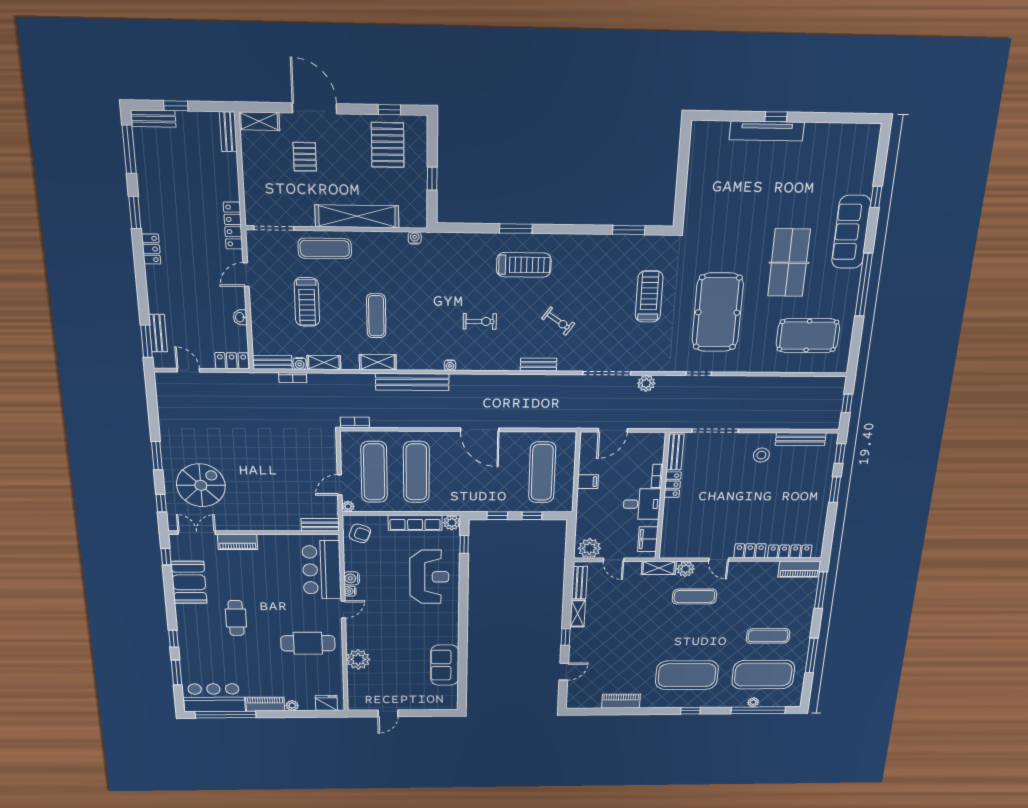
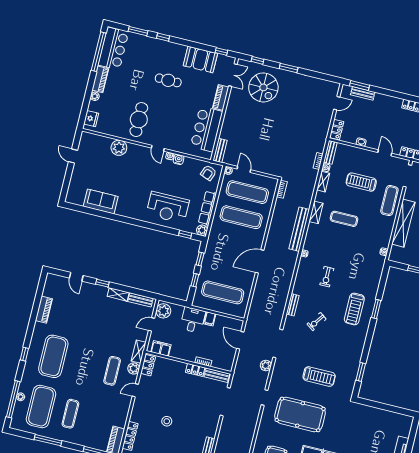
stool: (761, 455) -> (167, 421), moved
desk: (642, 504) -> (193, 320), moved, turned 180
locker: (750, 551) -> (148, 365), moved
bar counter: (322, 570) -> (207, 129), moved, turned -90

